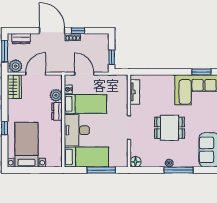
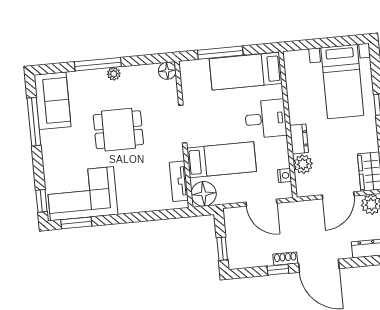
window: (112, 57) -> (222, 249), moved
floor lamp: (120, 83) -> (204, 194), added
bed: (85, 104) -> (222, 160), moved, turned 180
desk: (77, 130) -> (266, 119), width x0.73

